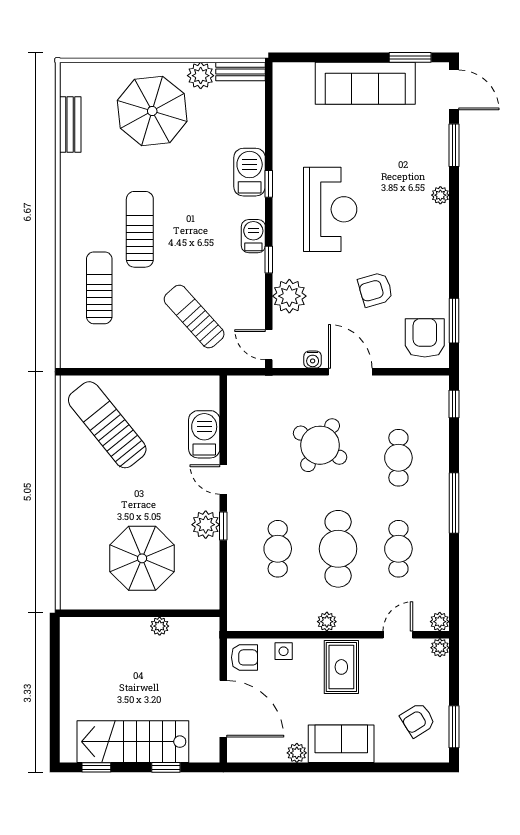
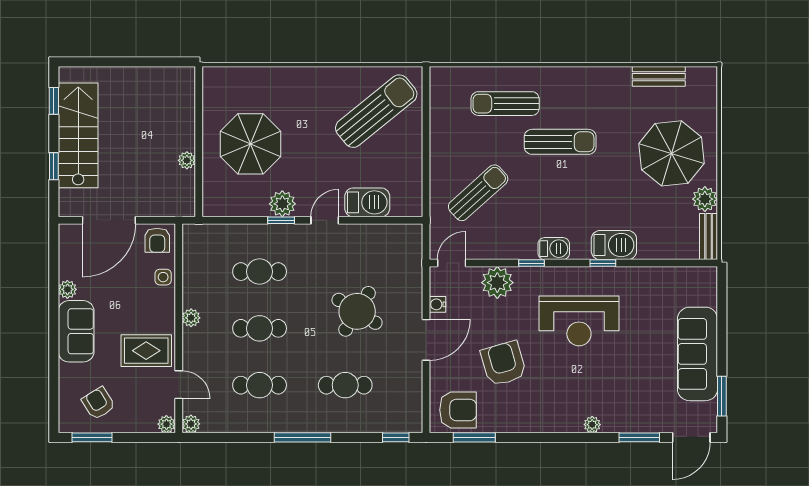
sun lounger: (99, 288) -> (505, 104), turned 180
armchair: (375, 290) -> (503, 364), width x1.38, depth x1.38
cafe table: (338, 549) -> (260, 328), width x0.73, depth x0.74
rug: (341, 667) -> (146, 351), moved

